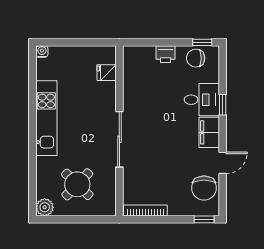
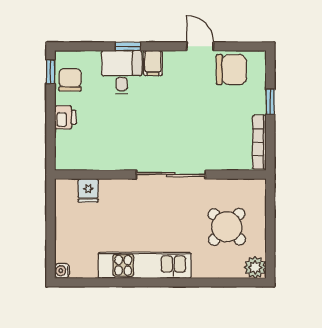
chair: (196, 58) -> (70, 80), turned 180
filing cabinet: (209, 132) -> (153, 63), width x0.50
window: (204, 219) -> (270, 102), moved

